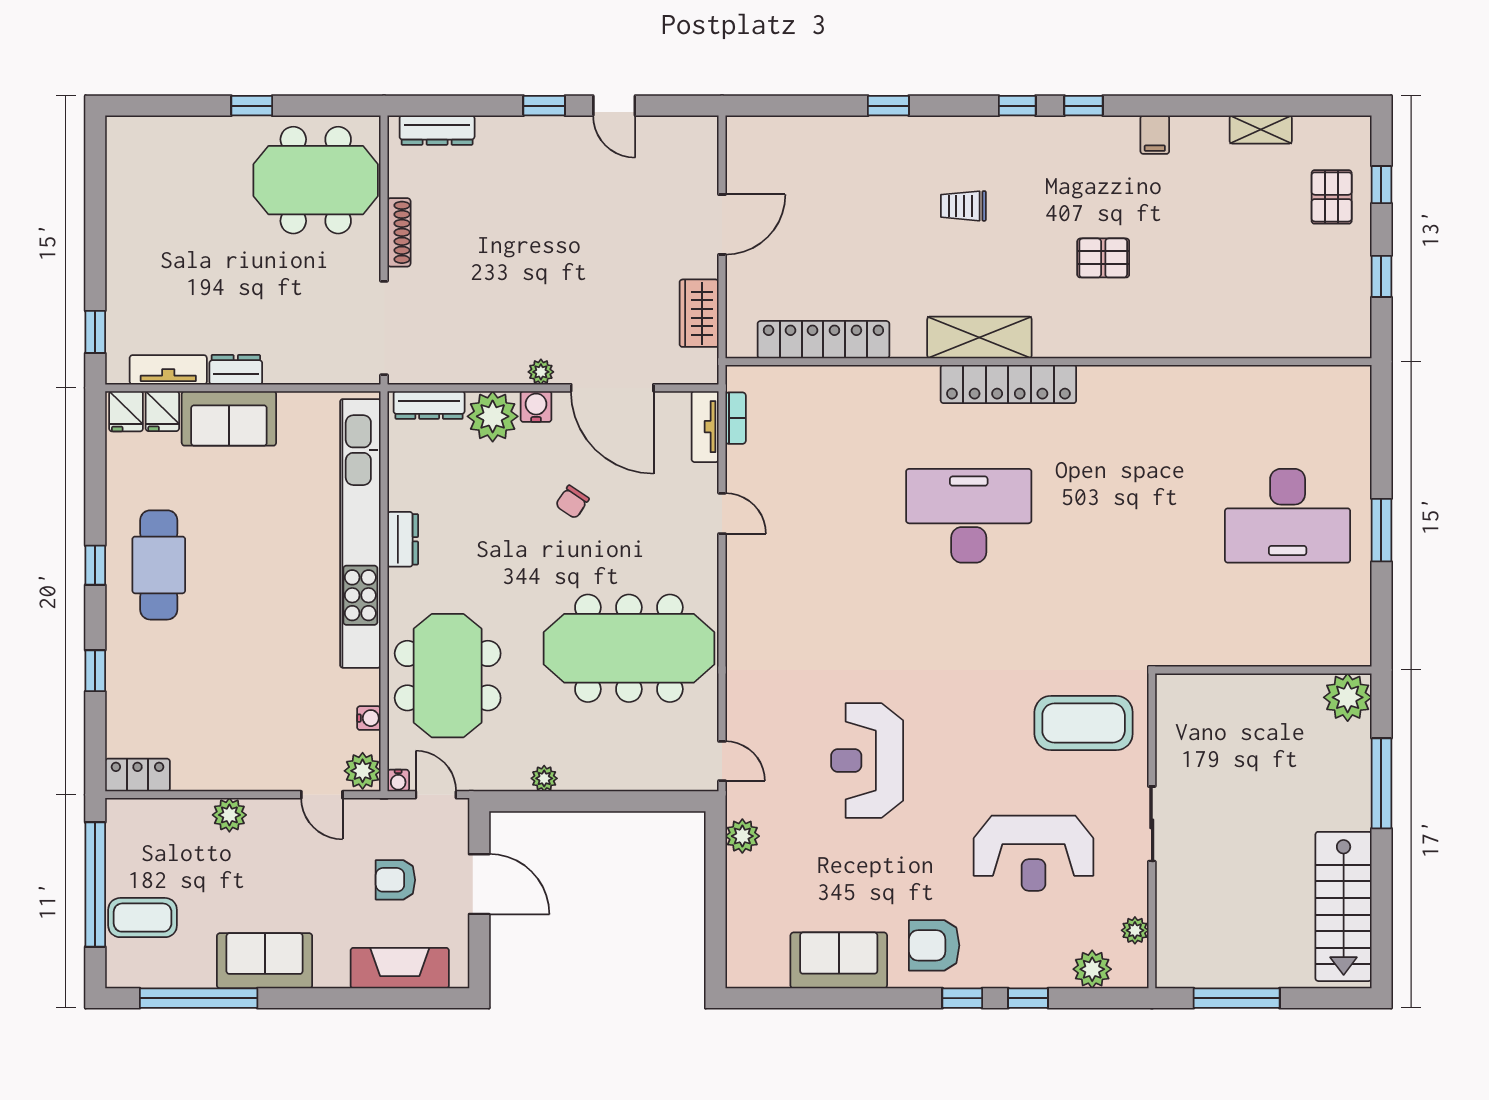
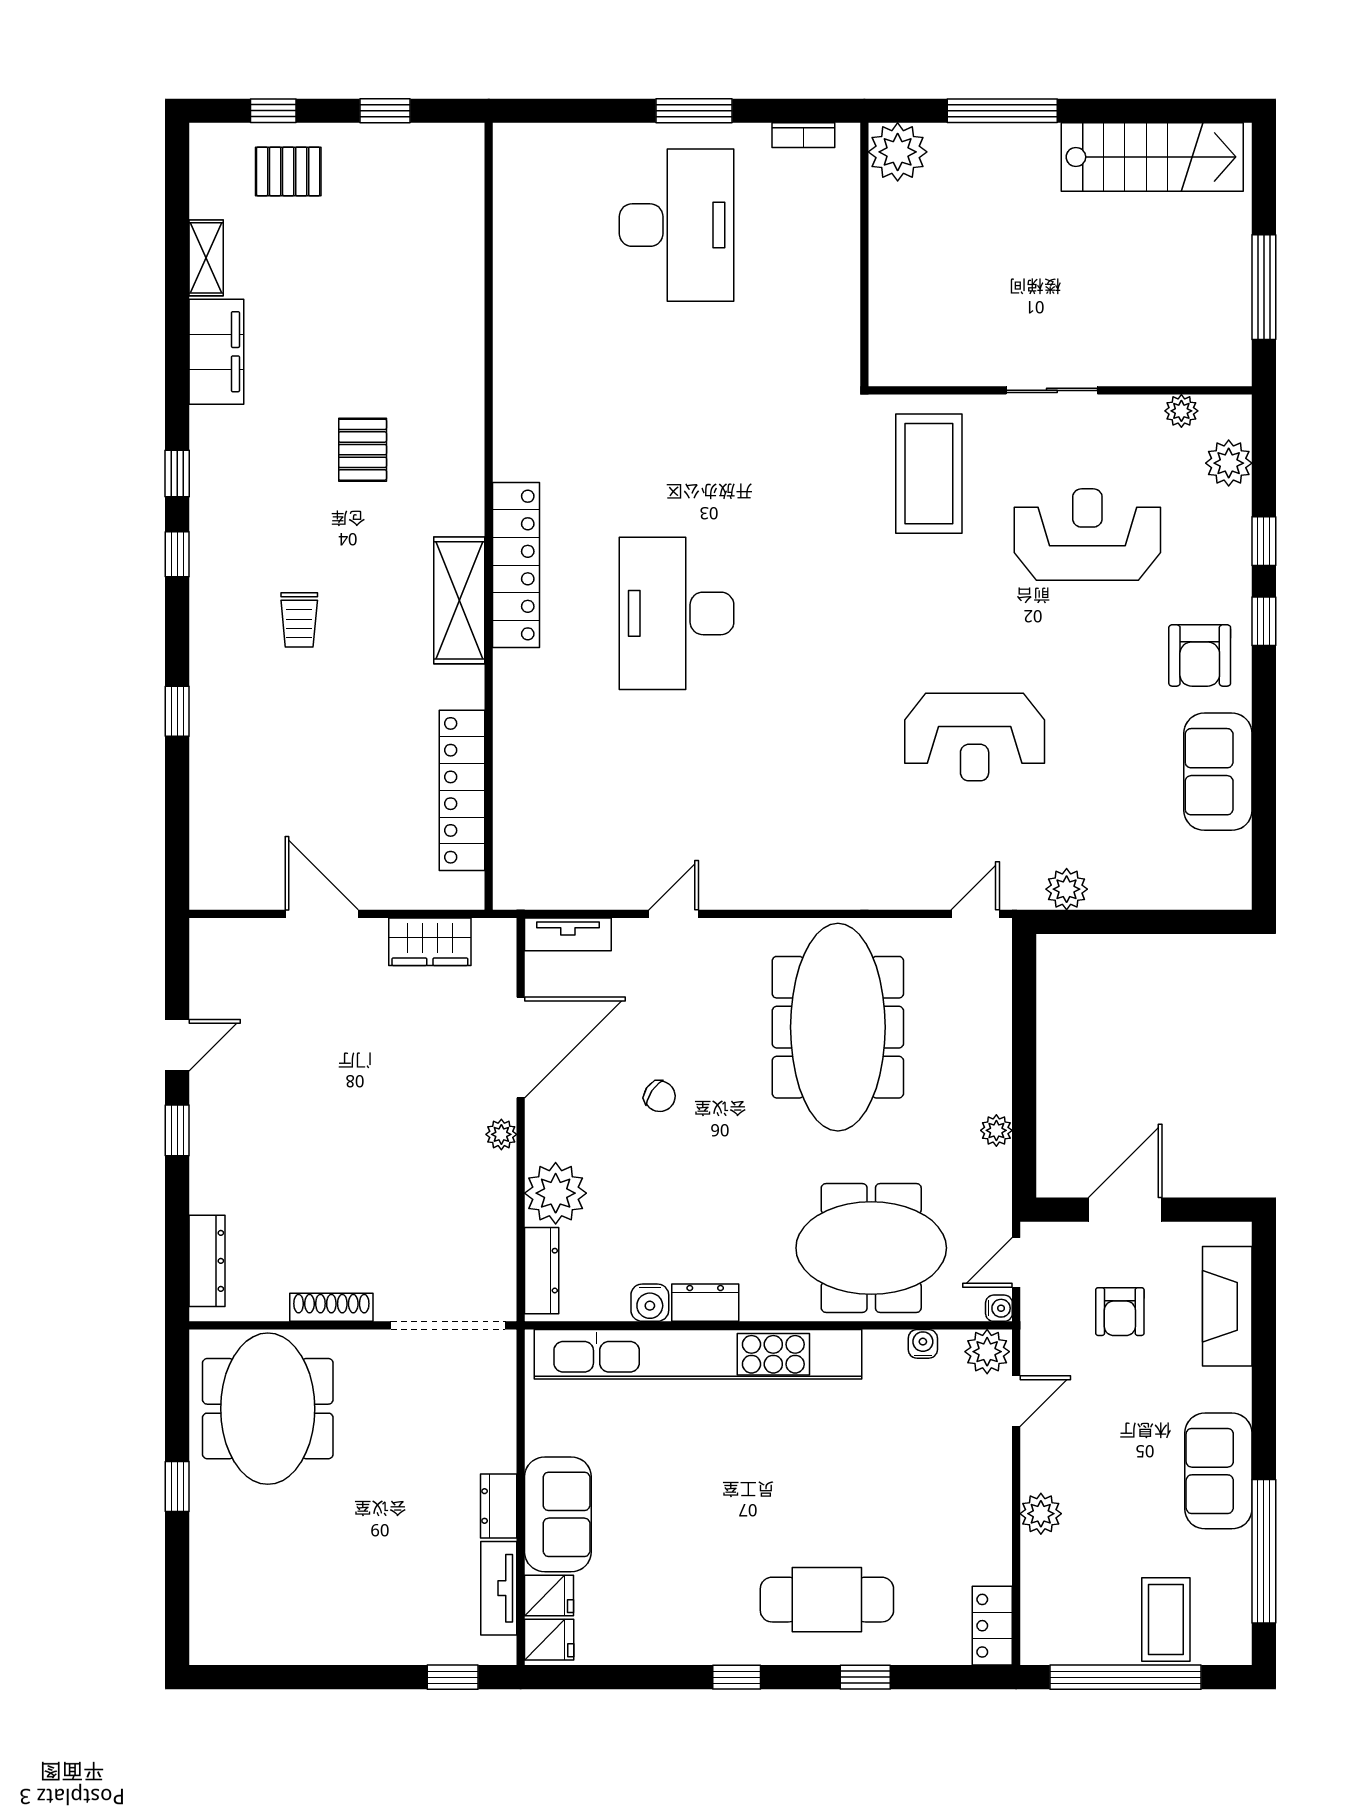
filing cabinet: (1155, 135) -> (216, 352), width x3.00, depth x1.17
water cooler: (536, 407) -> (650, 1303), moved, turned -90
bookcase: (736, 418) -> (803, 135), moved, turned 180
cafe table: (159, 565) -> (827, 1600), moved
reception desk: (1034, 853) -> (1087, 535), turned -90

